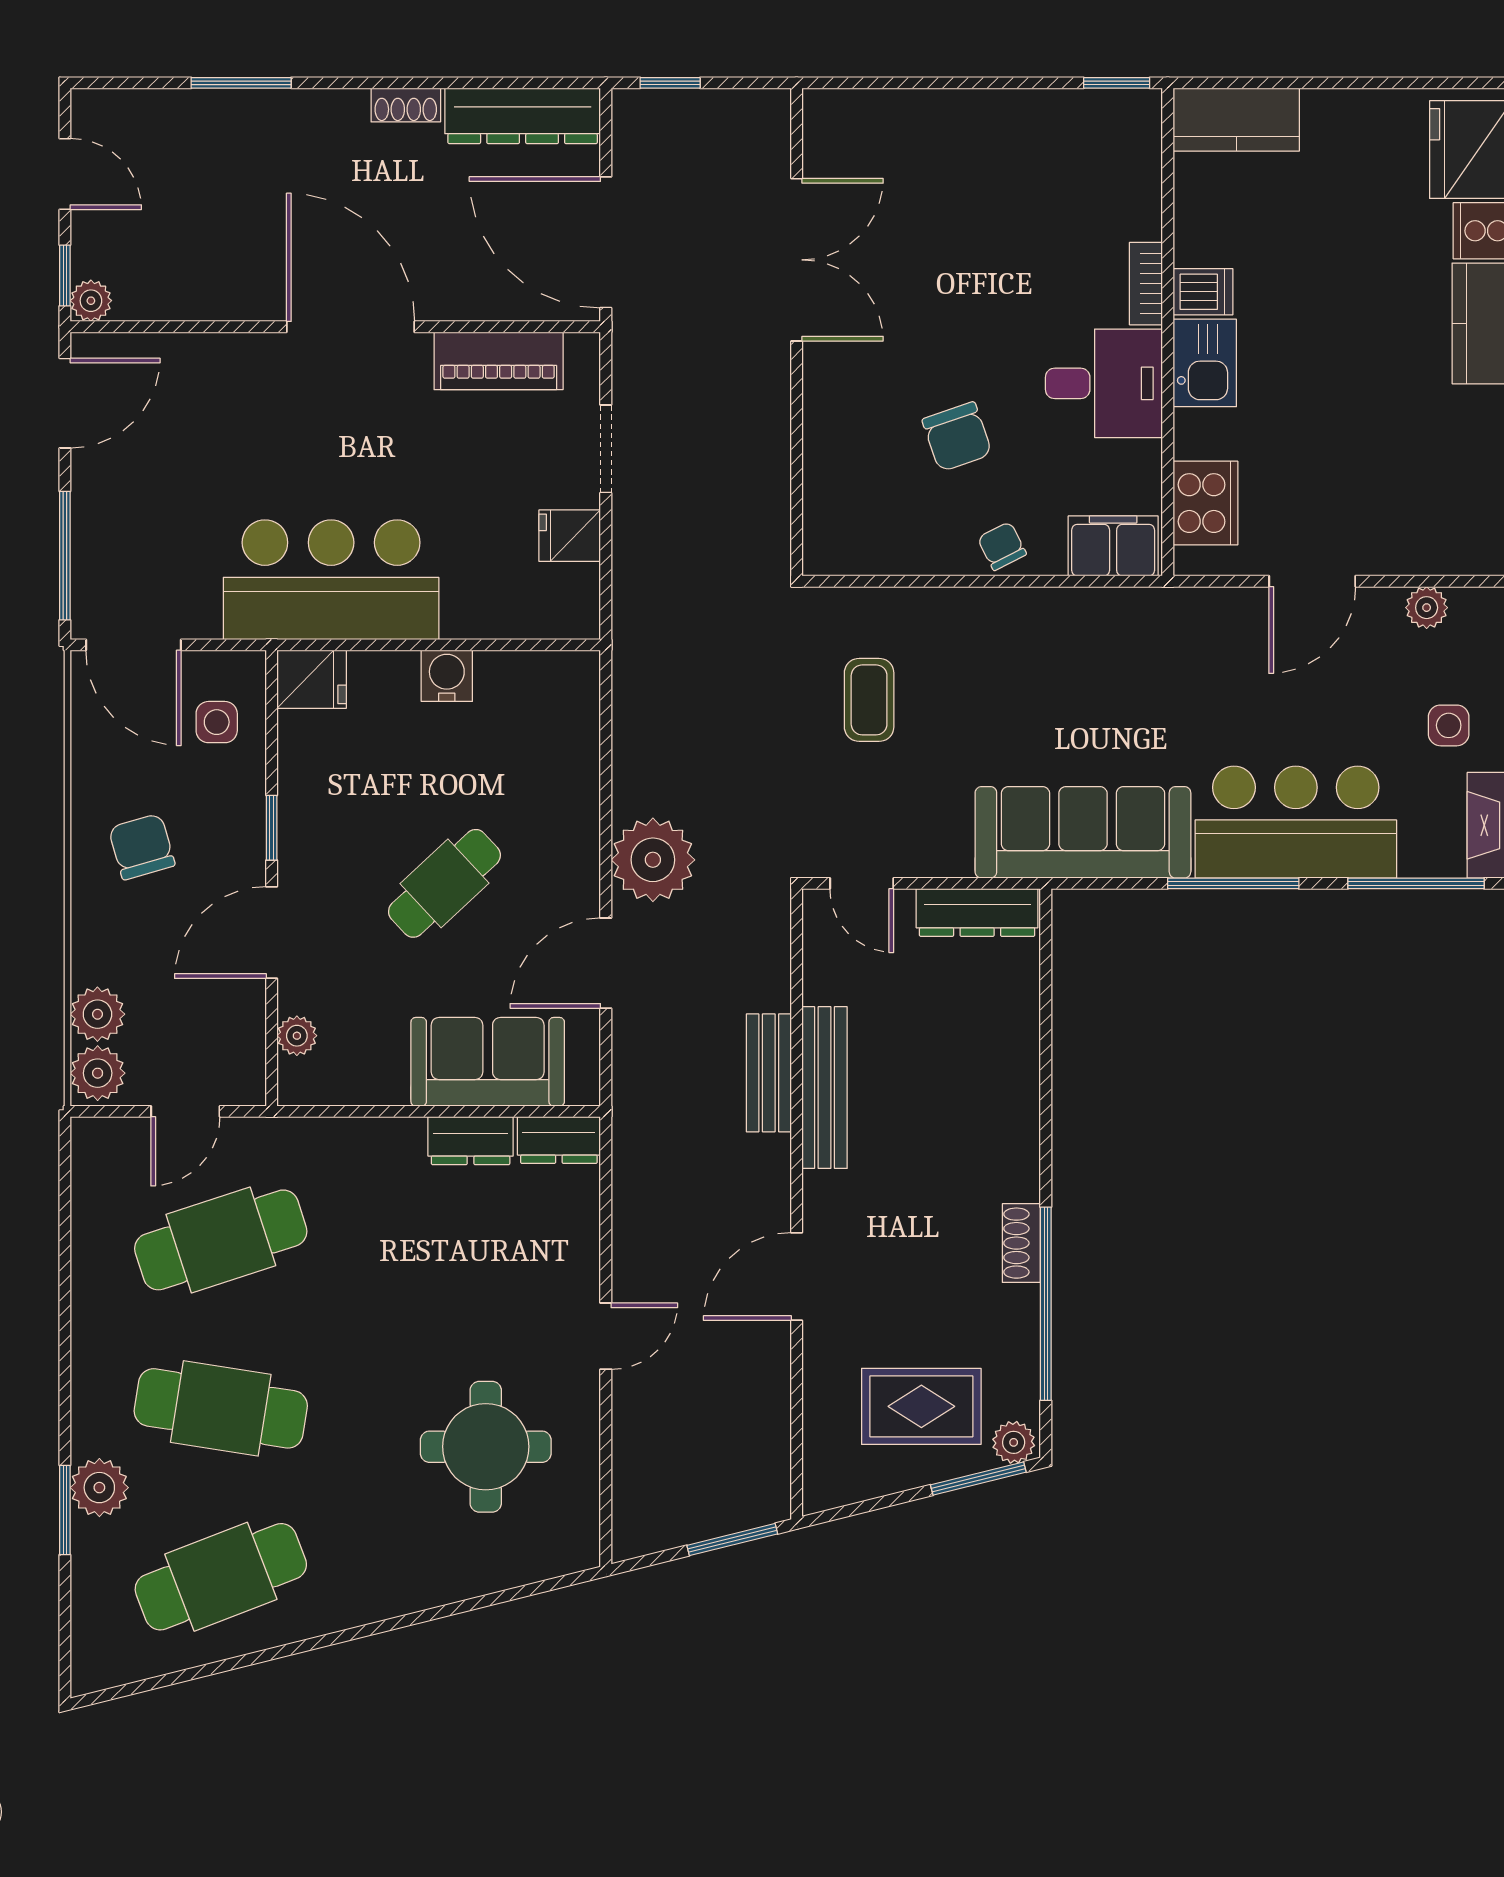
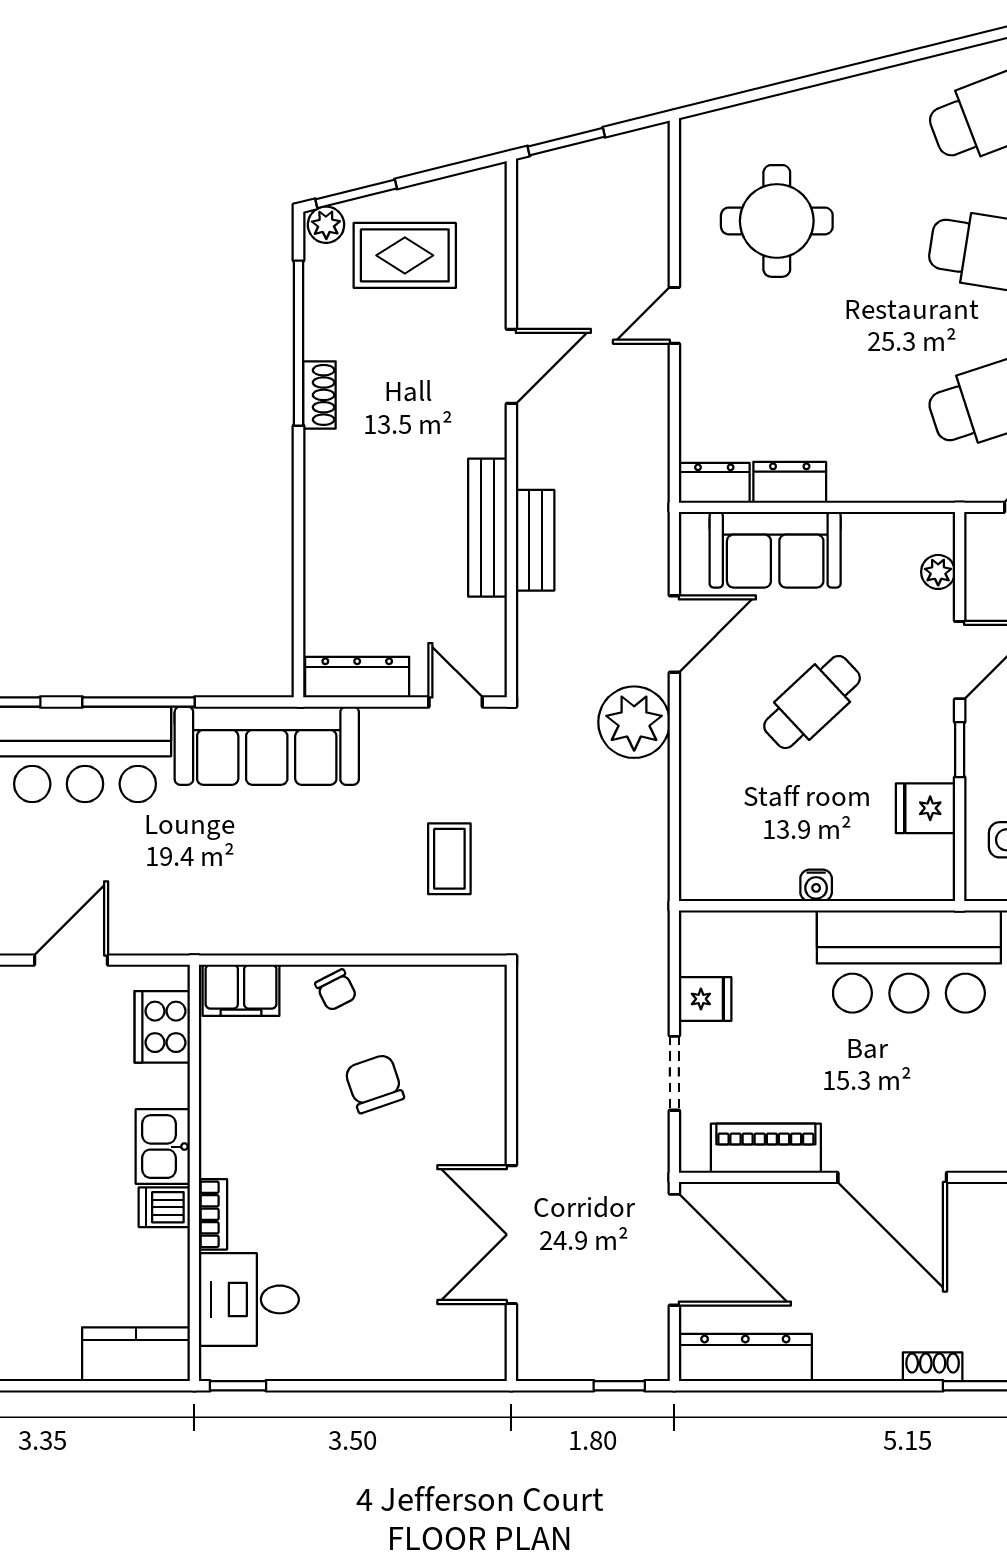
shoe rack: (406, 105) -> (933, 1367), moved
desk: (1104, 383) -> (249, 1299), moved
water cooler: (447, 676) -> (816, 885), width x0.72, depth x0.72
fridge: (312, 679) -> (925, 808), moved

